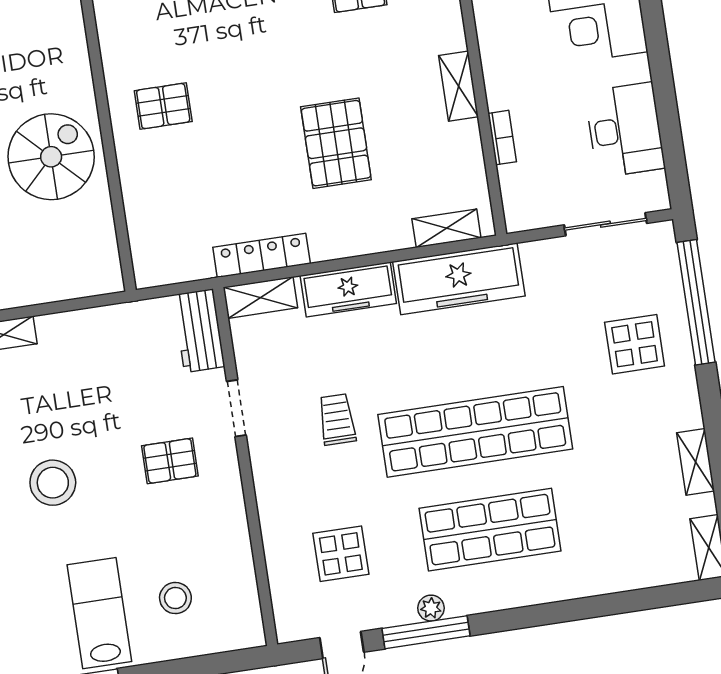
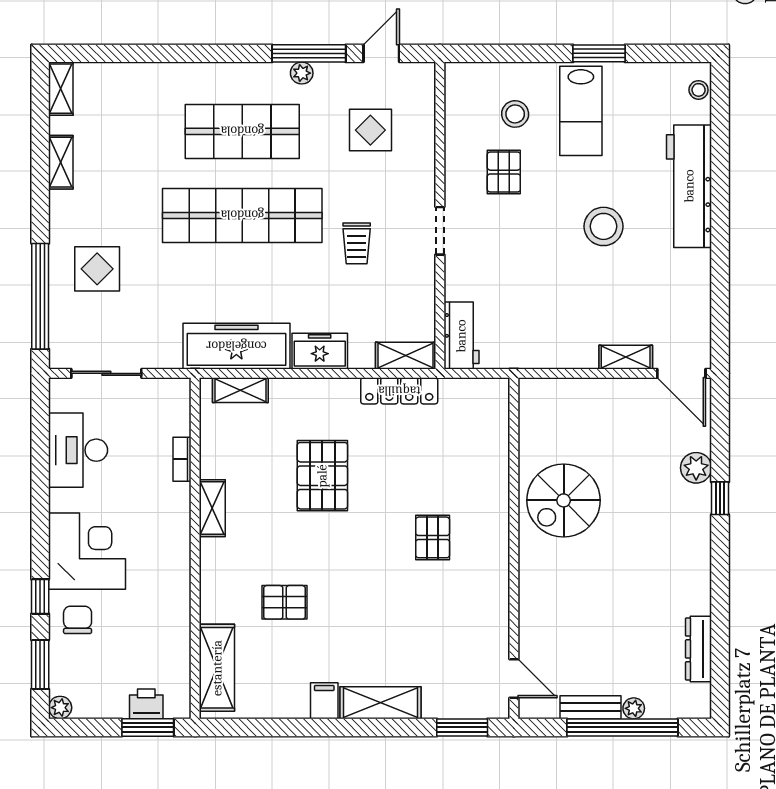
pallet: (163, 106) -> (433, 537), moved, turned 90
freezer: (348, 290) -> (320, 351), width x0.71
doorway: (236, 408) -> (440, 231), moved
pallet: (170, 461) -> (504, 172), moved, turned 90

